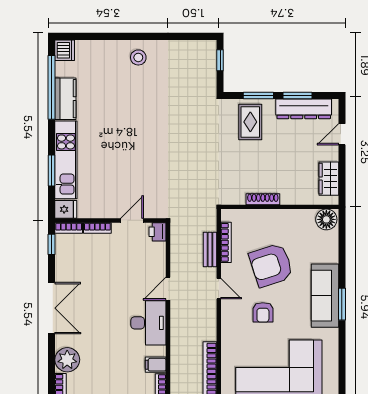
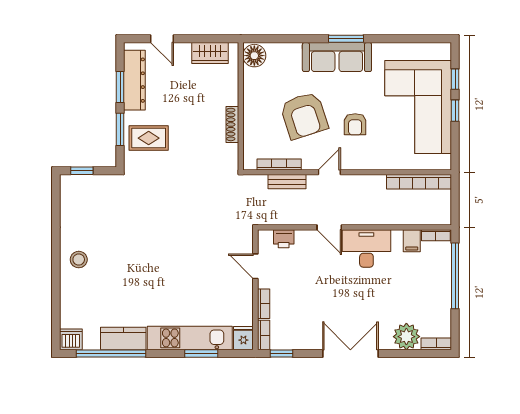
printer: (158, 232) -> (284, 239), moved
armchair: (263, 312) -> (355, 124), turned 90

